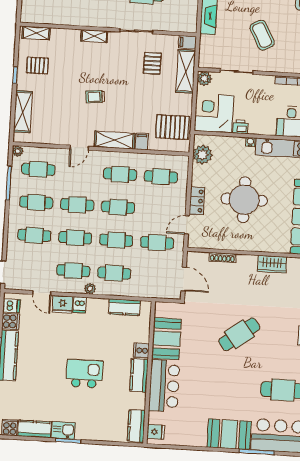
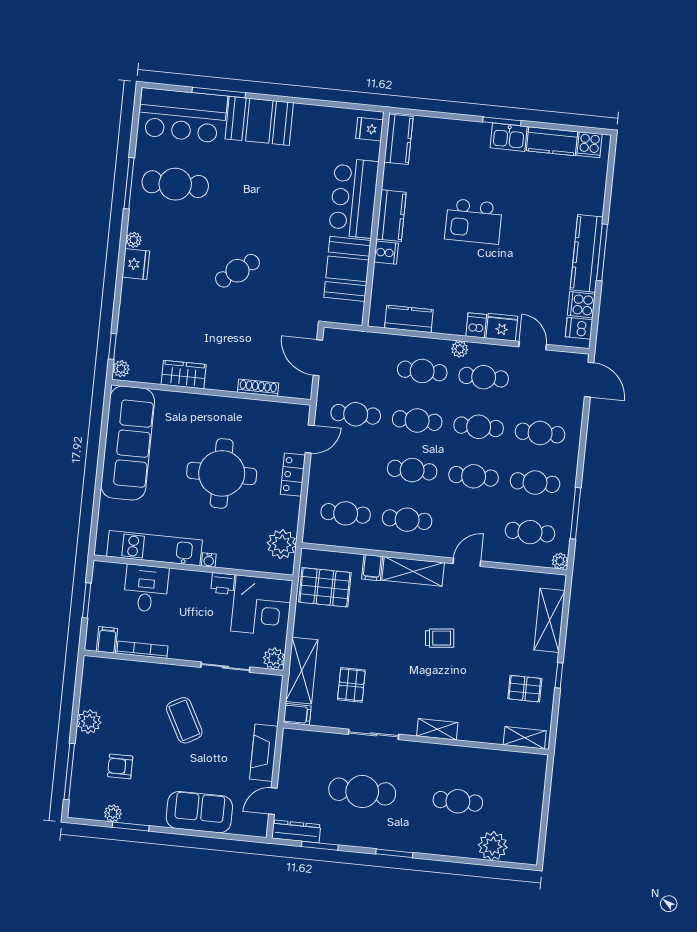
cafe table: (239, 334) -> (237, 271), width x0.73, depth x0.74

